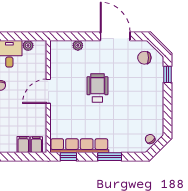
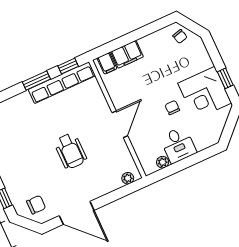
plant: (78, 45) -> (128, 178), moved
filing cabinet: (23, 144) -> (127, 54), width x2.00
window: (110, 157) -> (36, 81), moved

